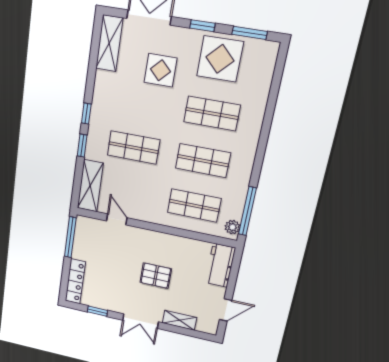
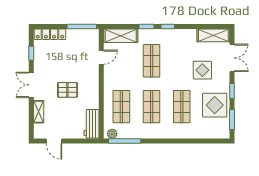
workbench: (220, 265) -> (92, 124), moved, turned -90
pallet: (156, 276) -> (67, 90), turned 90

